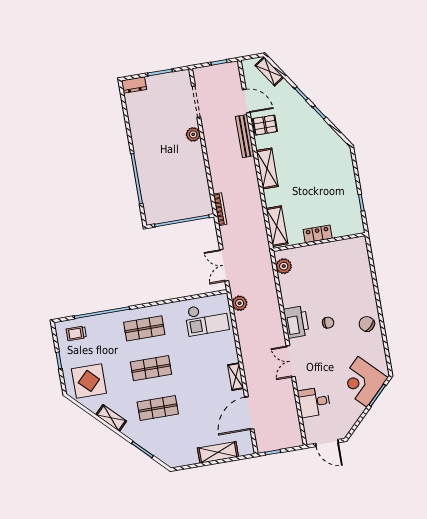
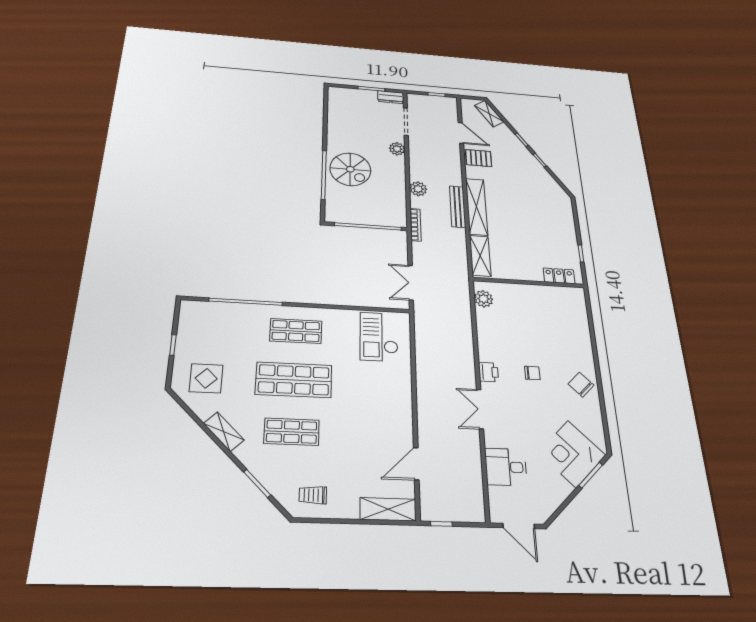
dresser: (134, 85) -> (391, 97), moved
bench: (245, 136) -> (458, 207), moved
spiral stairs: (157, 167) -> (350, 169), added
shelving: (267, 169) -> (477, 207), width x1.47
locker: (318, 234) -> (559, 276), moved
plant: (240, 303) -> (418, 189), moved
checkout: (207, 319) -> (379, 337), turned 90
printer: (296, 322) -> (488, 372), width x0.53, depth x0.68
trolley: (76, 333) -> (313, 495), moved
shop shelf: (151, 368) -> (294, 380), width x1.43, depth x1.36
shelving: (236, 377) -> (405, 413), removed
display table: (89, 381) -> (206, 378), width x0.73, depth x0.73
door: (249, 413) -> (416, 464), width x0.73
shelving: (218, 452) -> (388, 509), moved

